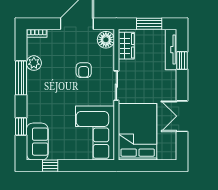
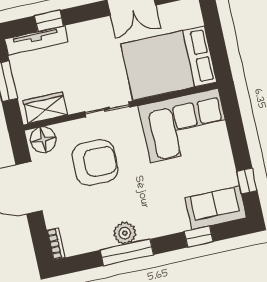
plant: (34, 63) -> (125, 233), moved
armchair: (84, 70) -> (95, 163), width x1.88, depth x1.88

